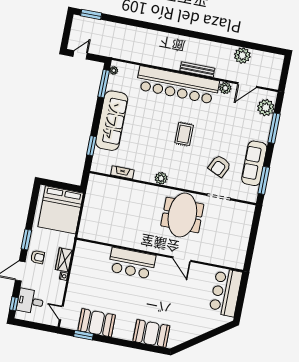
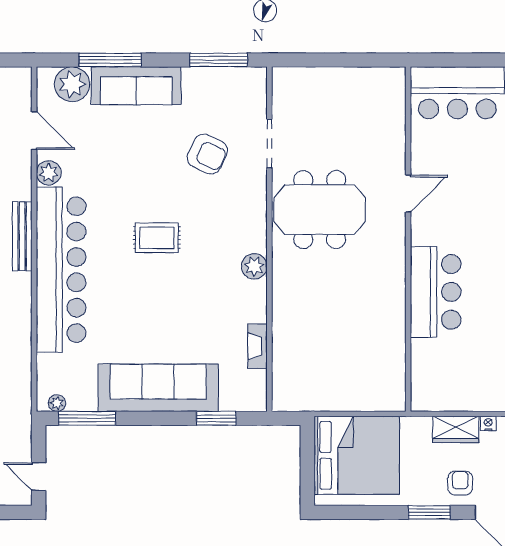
sofa: (254, 163) -> (136, 86), moved

